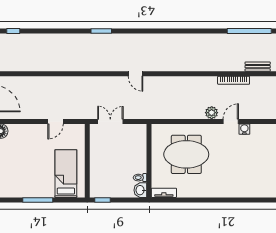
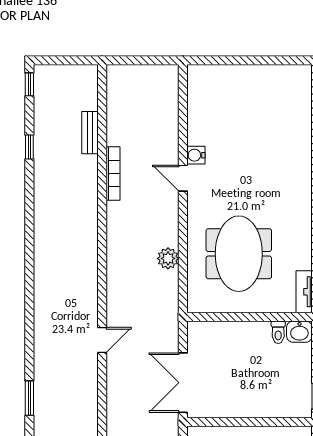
window: (249, 31) -> (29, 147), width x0.32
plant: (212, 113) -> (168, 258), moved
double door: (110, 121) -> (183, 383), width x1.37

